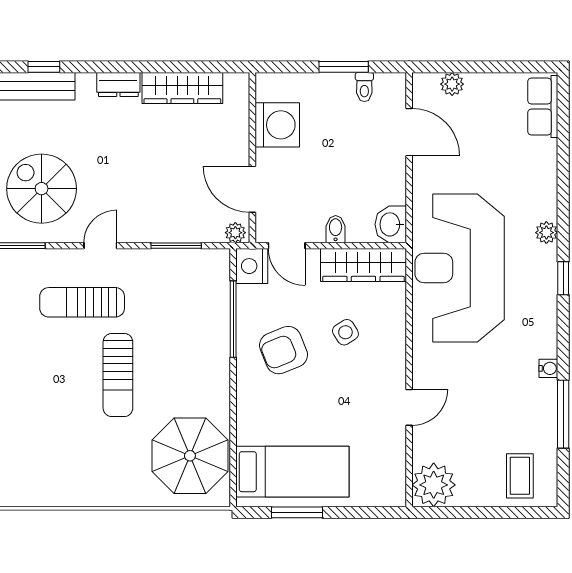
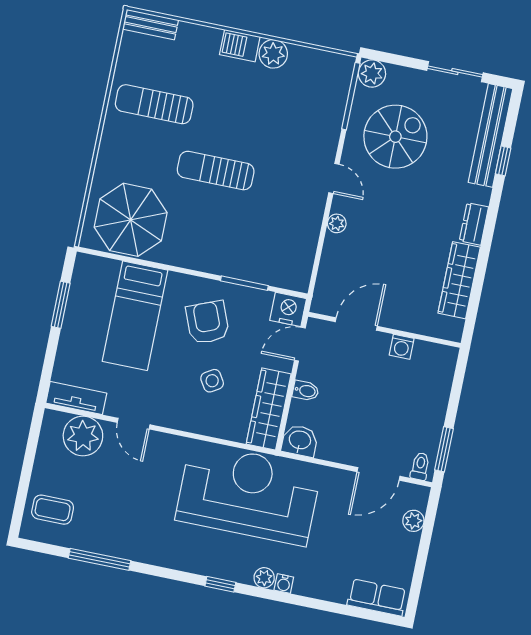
window: (344, 67) -> (444, 449), moved
toilet: (364, 87) -> (420, 466), moved, turned 90
washing machine: (277, 125) -> (402, 347), width x0.53, depth x0.53
plant: (235, 233) -> (337, 223), moved
window: (176, 246) -> (320, 246), removed
sun lounger: (82, 302) -> (154, 104), moved, turned -90
window: (233, 319) -> (244, 283), width x0.69
water cooler: (548, 368) -> (284, 584), moved
bed: (292, 472) -> (135, 316), moved
tv unit: (394, 475) -> (76, 398), added
plant: (434, 485) -> (83, 436), moved

